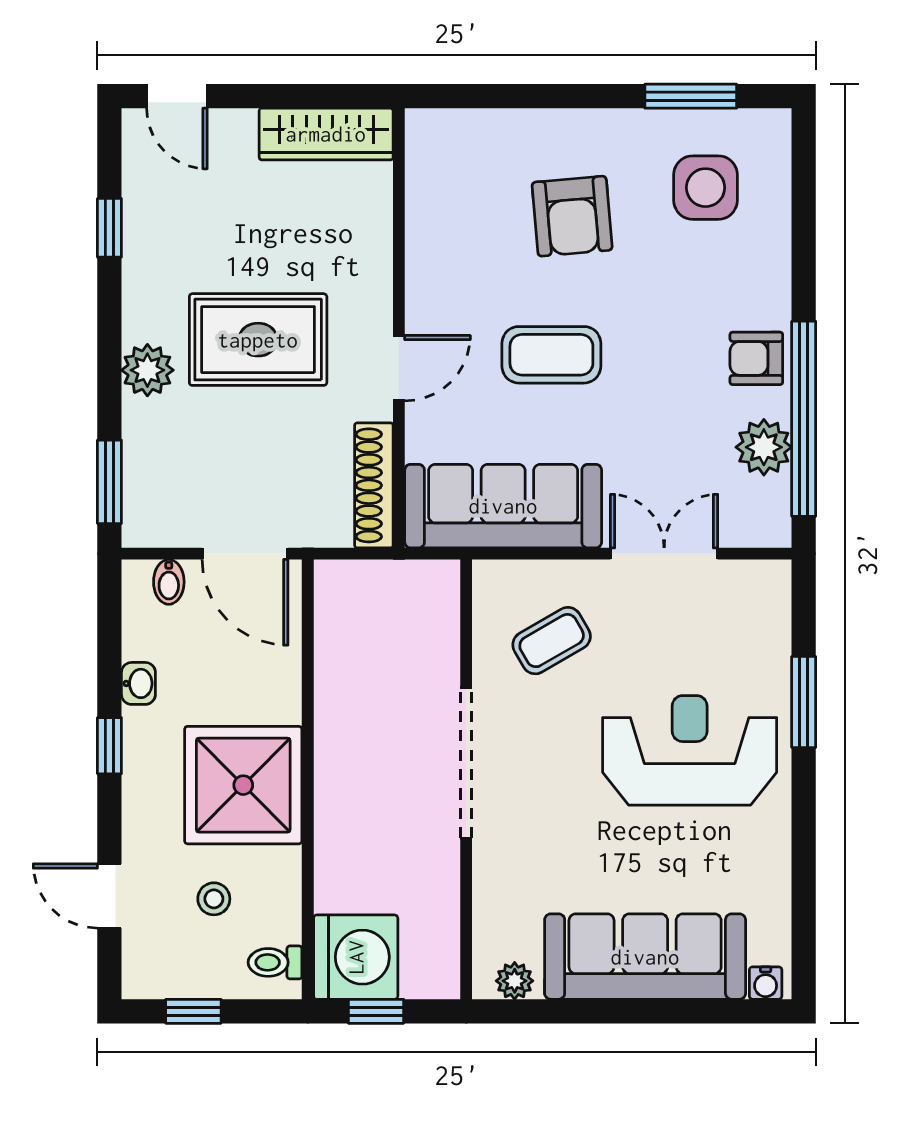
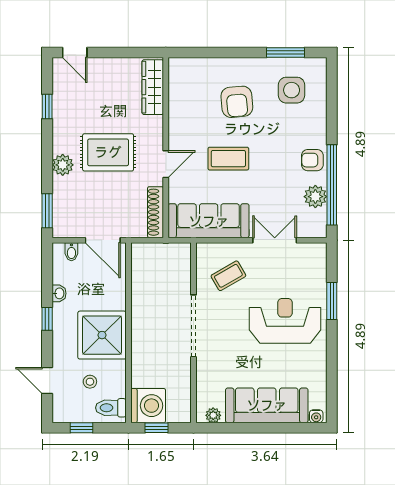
wardrobe: (326, 134) -> (153, 87), moved, turned 90
toilet: (275, 962) -> (111, 408), width x1.37, depth x1.39

